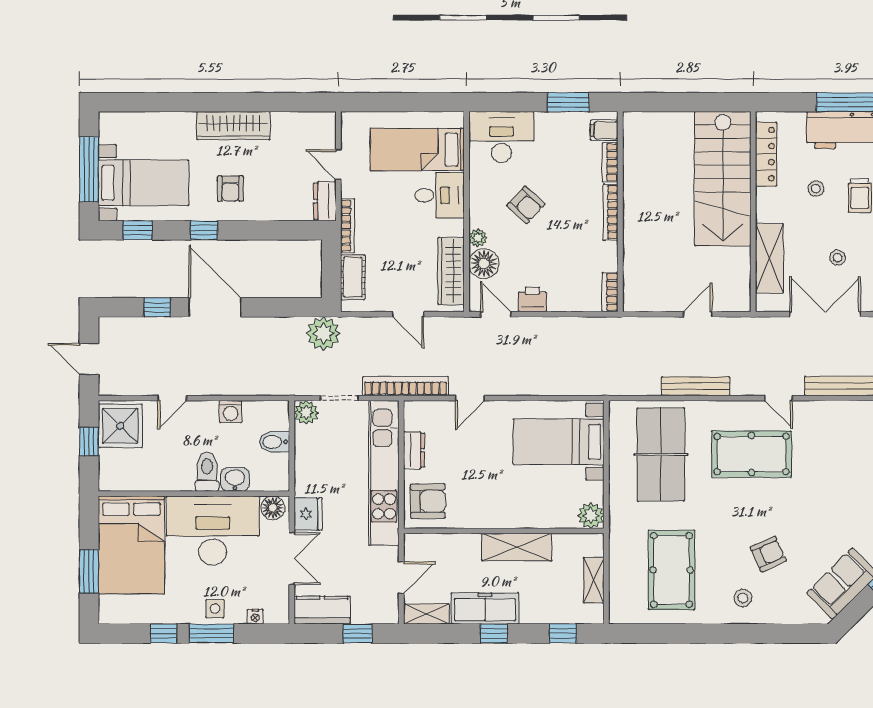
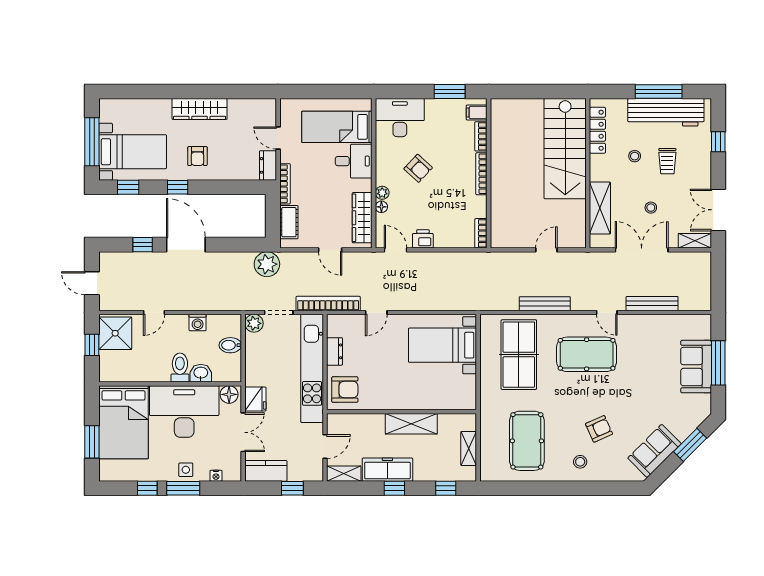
floor lamp: (484, 264) -> (381, 207), width x0.53, depth x0.53
plant: (591, 515) -> (467, 400), removed

